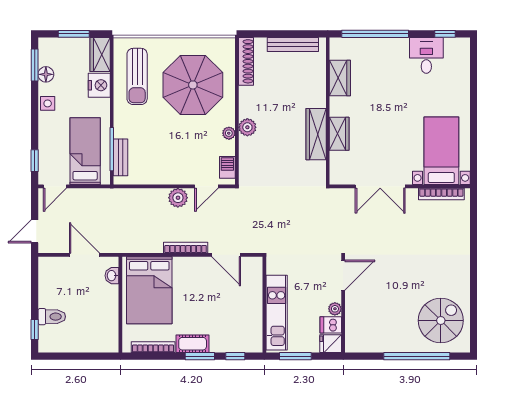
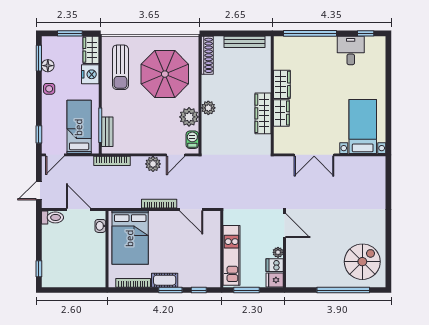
wardrobe: (340, 78) -> (282, 84), moved
plant: (229, 133) -> (189, 117), width x1.88, depth x1.88
bookcase: (441, 194) -> (112, 161), moved
door: (343, 275) -> (285, 226), hinge flipped
toilet: (52, 317) -> (52, 217), moved

